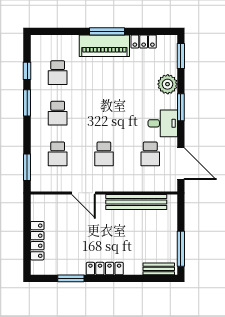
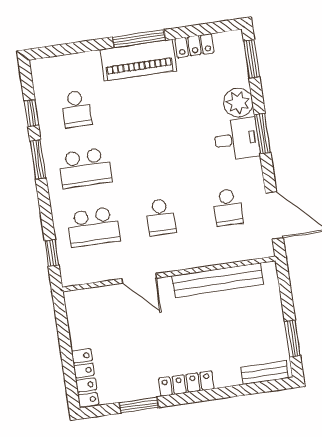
school desk: (58, 113) -> (85, 168), width x1.85
desk: (163, 123) -> (236, 139), moved
school desk: (58, 154) -> (93, 227), width x1.85
window: (27, 167) -> (52, 253), width x0.67
locker: (37, 241) -> (85, 378), moved
window: (181, 249) -> (292, 339), width x0.69

